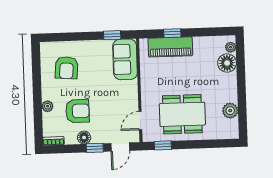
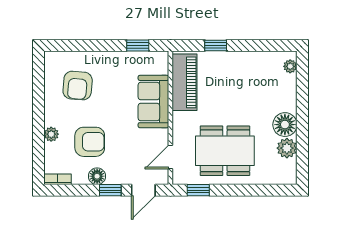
piano: (170, 47) -> (185, 82), moved, turned -90
sofa: (125, 59) -> (153, 102), moved
floor lamp: (227, 63) -> (285, 125), moved

